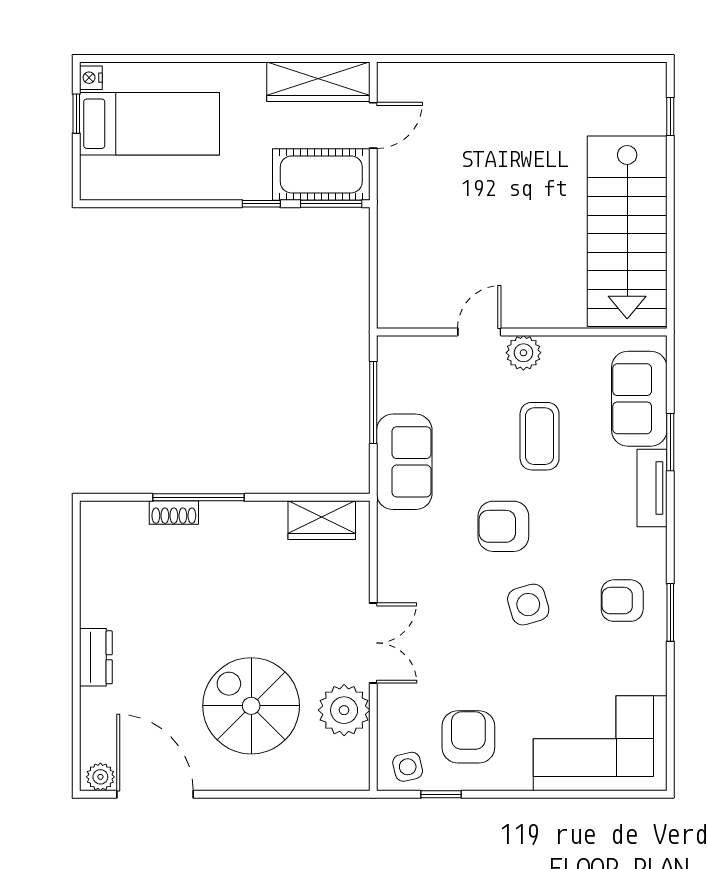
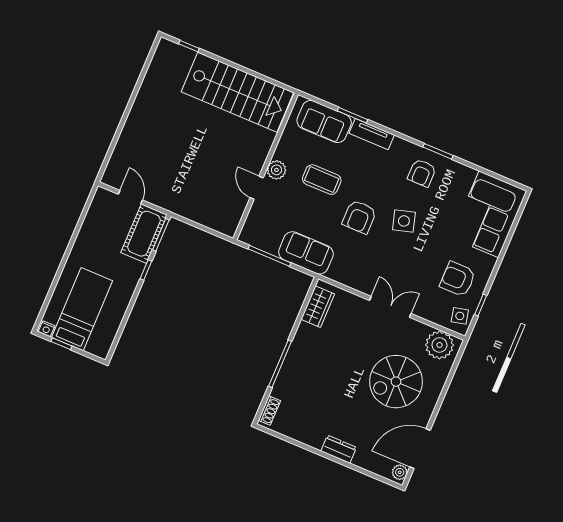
wardrobe: (318, 82) -> (97, 215), removed
shoe rack: (174, 513) -> (269, 411), moved
plant: (344, 710) -> (439, 345), moved

